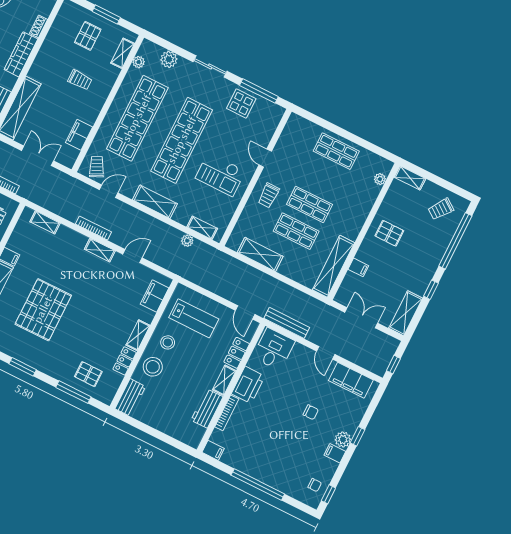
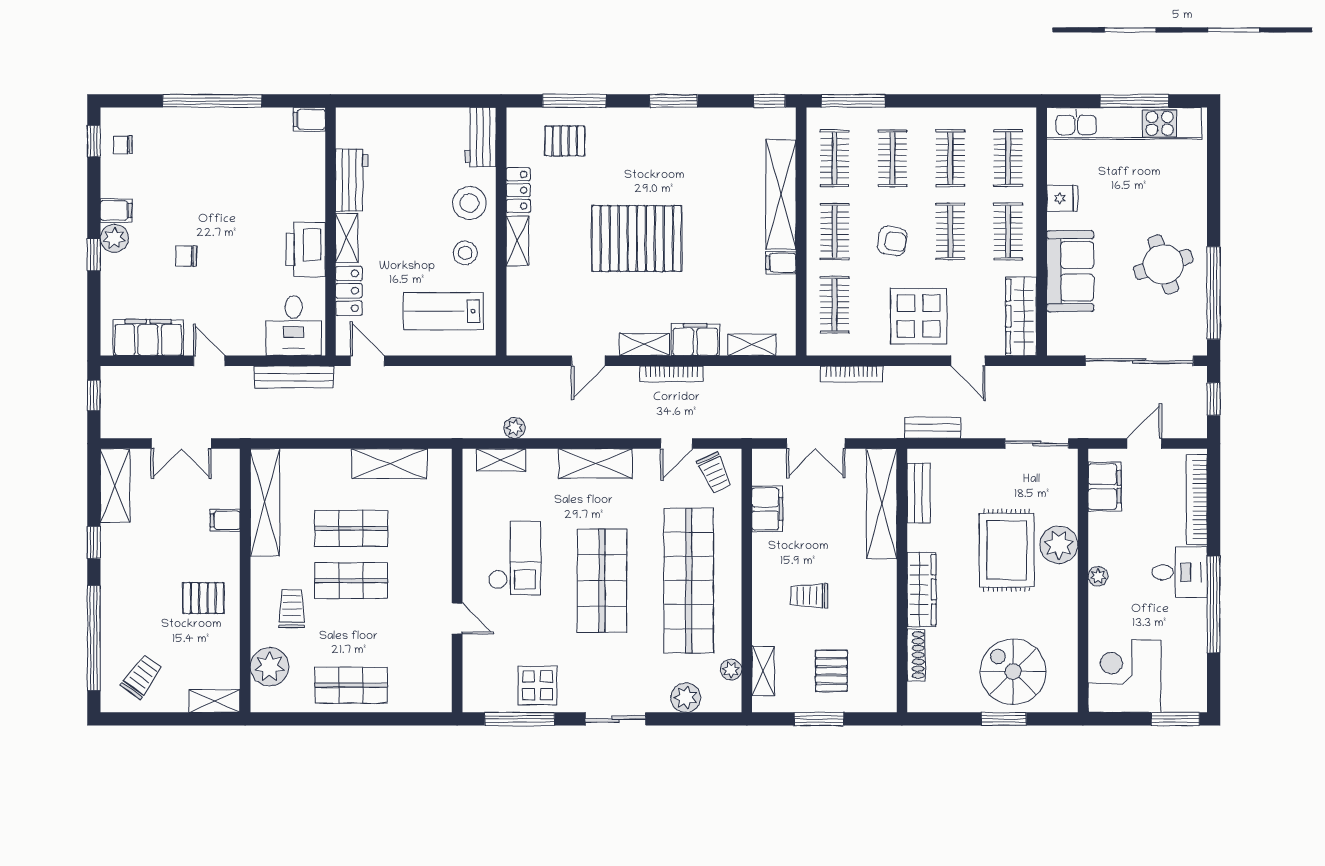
shoe rack: (39, 26) -> (916, 655), width x1.43
shop shelf: (182, 140) -> (602, 581), width x0.71
checkout: (220, 174) -> (515, 558), turned 90
plant: (380, 179) -> (270, 667), width x1.88, depth x1.88
trolley: (269, 195) -> (292, 609), moved
filing cabinet: (155, 296) -> (695, 340), moved, turned -90
pallet: (43, 310) -> (637, 238), moved, turned 90
bookcase: (227, 413) -> (317, 189), removed

